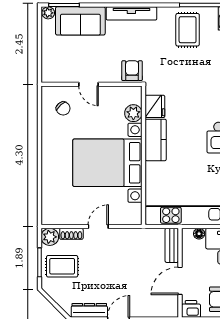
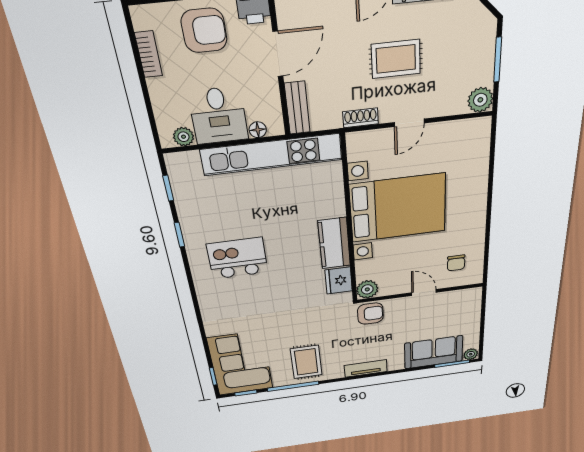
tv unit: (131, 13) -> (366, 368), width x0.71
armchair: (132, 71) -> (370, 314), turned -90
chair: (63, 108) -> (456, 263), turned -139
plant: (133, 113) -> (367, 289), moved
shoe rack: (71, 234) -> (361, 118), moved
rug: (62, 266) -> (396, 59), moved

